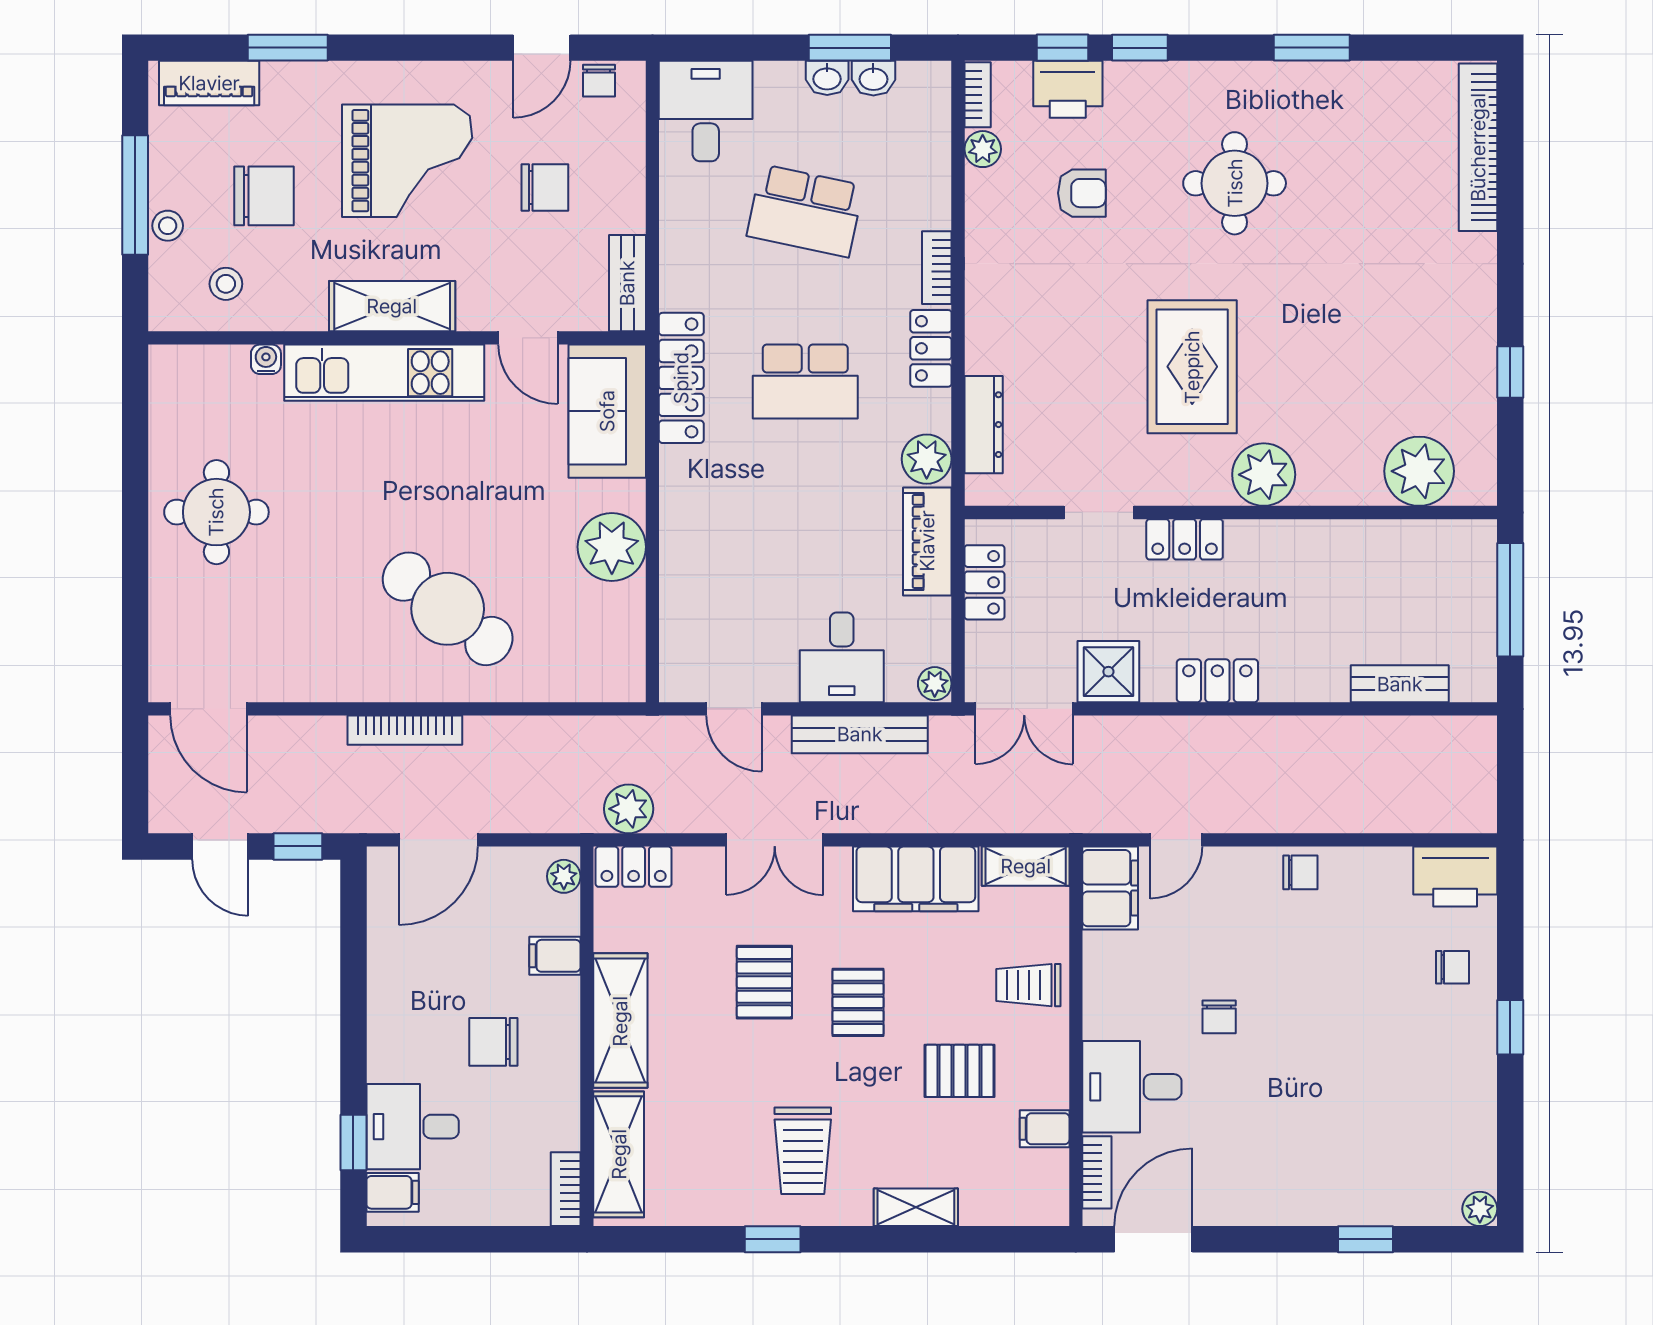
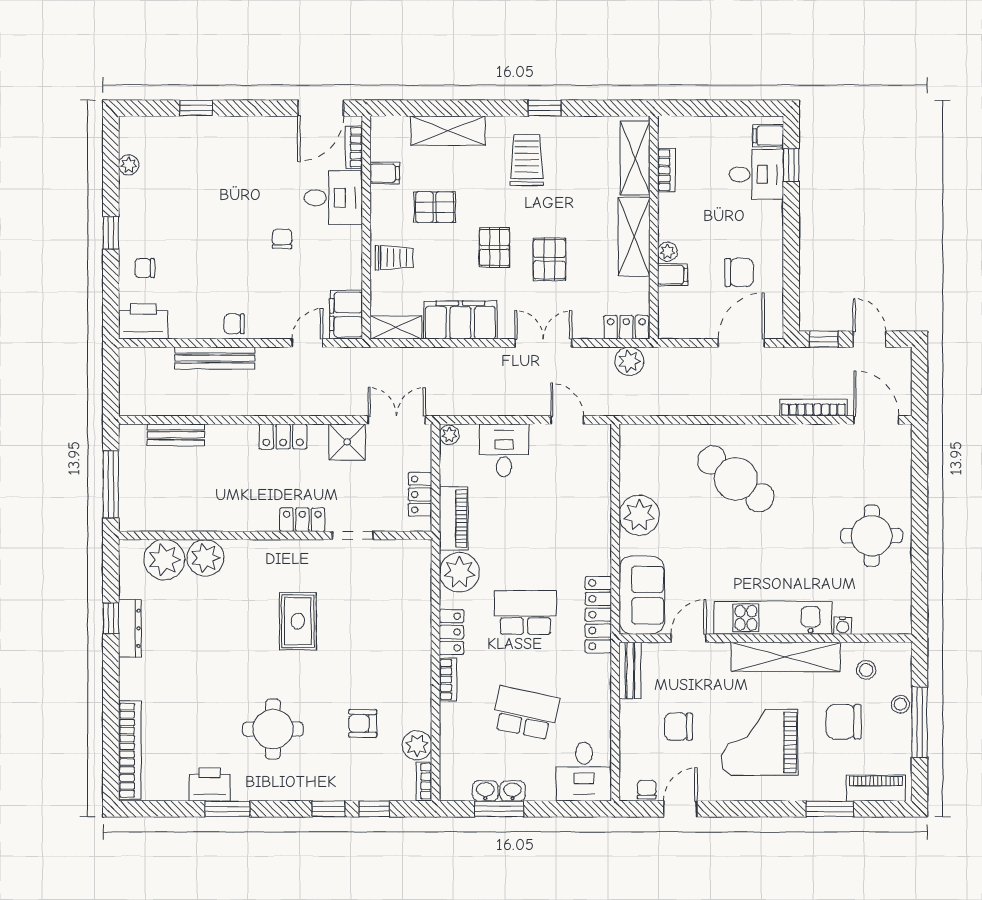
printer: (1068, 89) -> (210, 784), moved
plant: (983, 149) -> (417, 745), width x1.38, depth x1.38
shelving: (392, 306) -> (786, 657), width x1.47
door: (528, 338) -> (689, 638), hinge flipped
rug: (1192, 367) -> (298, 621), width x0.73, depth x0.70
dresser: (984, 425) -> (130, 628), moved, turned 180
plant: (927, 459) -> (459, 572), width x1.36, depth x1.36
plant: (1264, 475) -> (205, 558), moved
bookcase: (405, 730) -> (813, 408), moved
bench: (860, 734) -> (215, 358), moved
plant: (564, 876) -> (667, 252), moved
chair: (493, 1042) -> (739, 272), moved
bookcase: (566, 1189) -> (666, 170), moved
shelving: (916, 1207) -> (448, 131), width x1.50, depth x1.33
plant: (1480, 1209) -> (129, 165), moved

